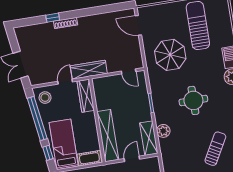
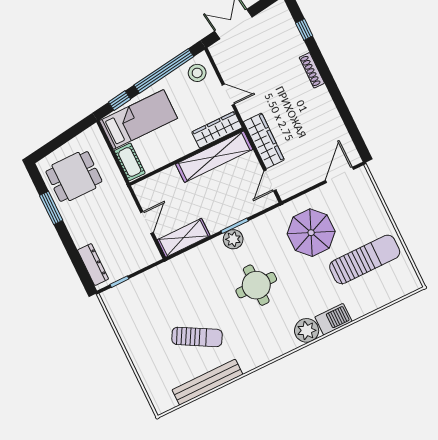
window: (53, 18) -> (304, 29), moved
wardrobe: (89, 70) -> (264, 141), moved
plant: (163, 131) -> (233, 239), moved
shelving: (108, 136) -> (214, 157), moved
door: (132, 159) -> (147, 223), hinge flipped

